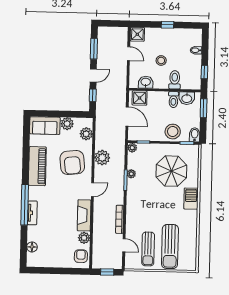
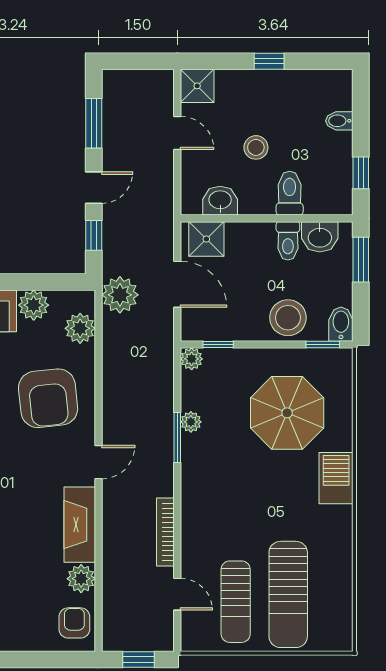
plant: (102, 158) -> (120, 295), moved

